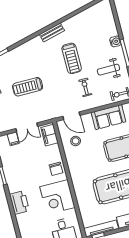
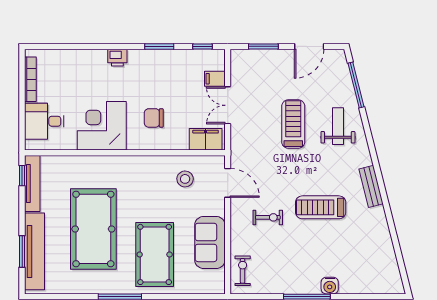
weight bench: (108, 70) -> (338, 126), moved
door: (71, 116) -> (228, 183), swing flipped
chair: (56, 169) -> (154, 118), moved
printer: (19, 202) -> (117, 58), width x0.53, depth x0.68

